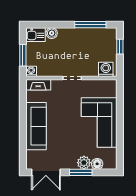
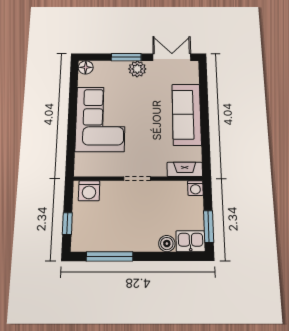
window: (23, 55) -> (209, 226), moved
plant: (84, 163) -> (137, 69), moved
floor lamp: (97, 164) -> (86, 67), moved

